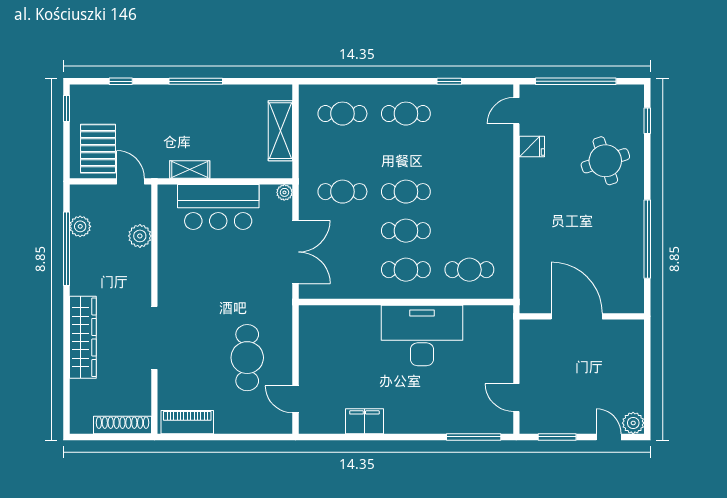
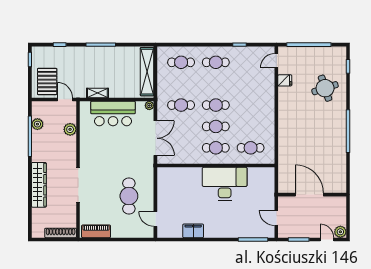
shelving: (280, 131) -> (147, 72), width x1.47
door: (577, 316) -> (309, 195), moved
wall: (582, 316) -> (312, 195), moved

